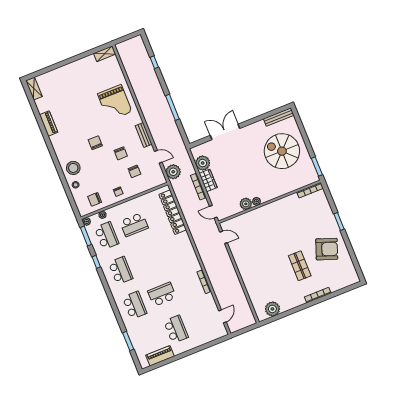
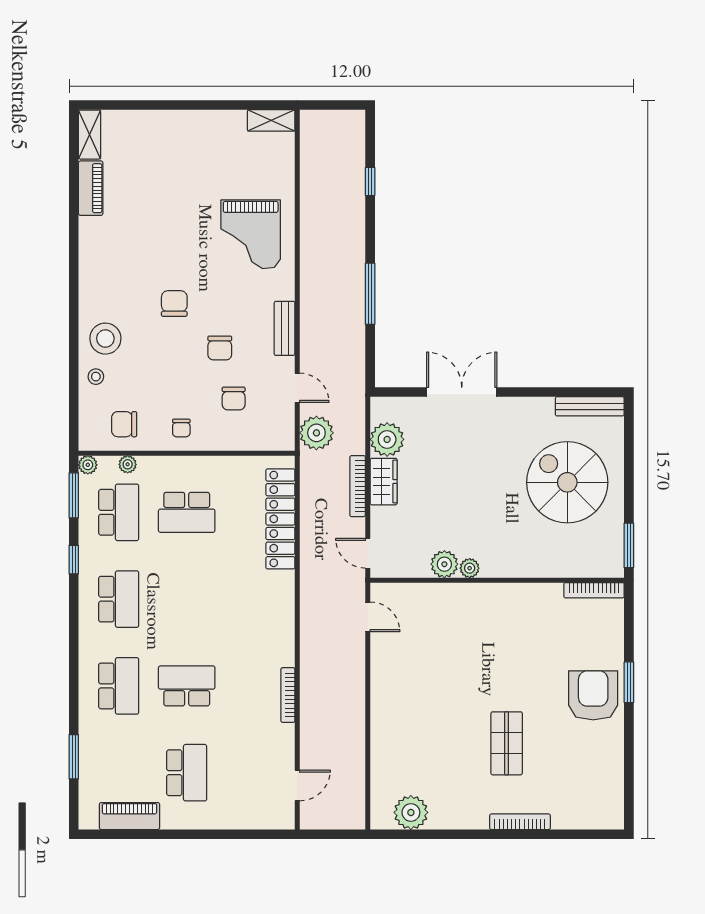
piano: (49, 124) -> (91, 188), moved
armchair: (327, 249) -> (593, 695), moved, turned -110

